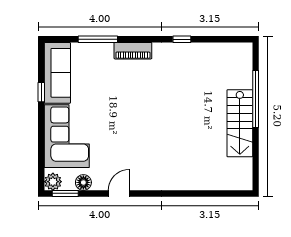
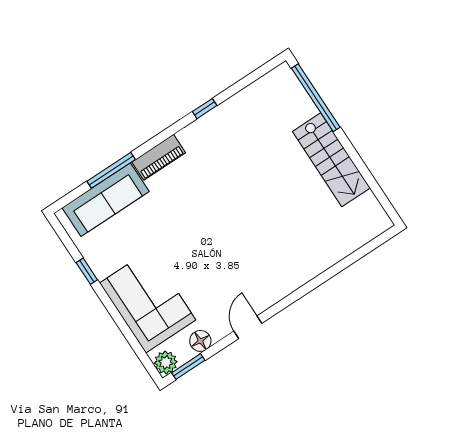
sofa: (57, 73) -> (106, 200), moved, turned 90
window: (256, 99) -> (316, 98), moved

